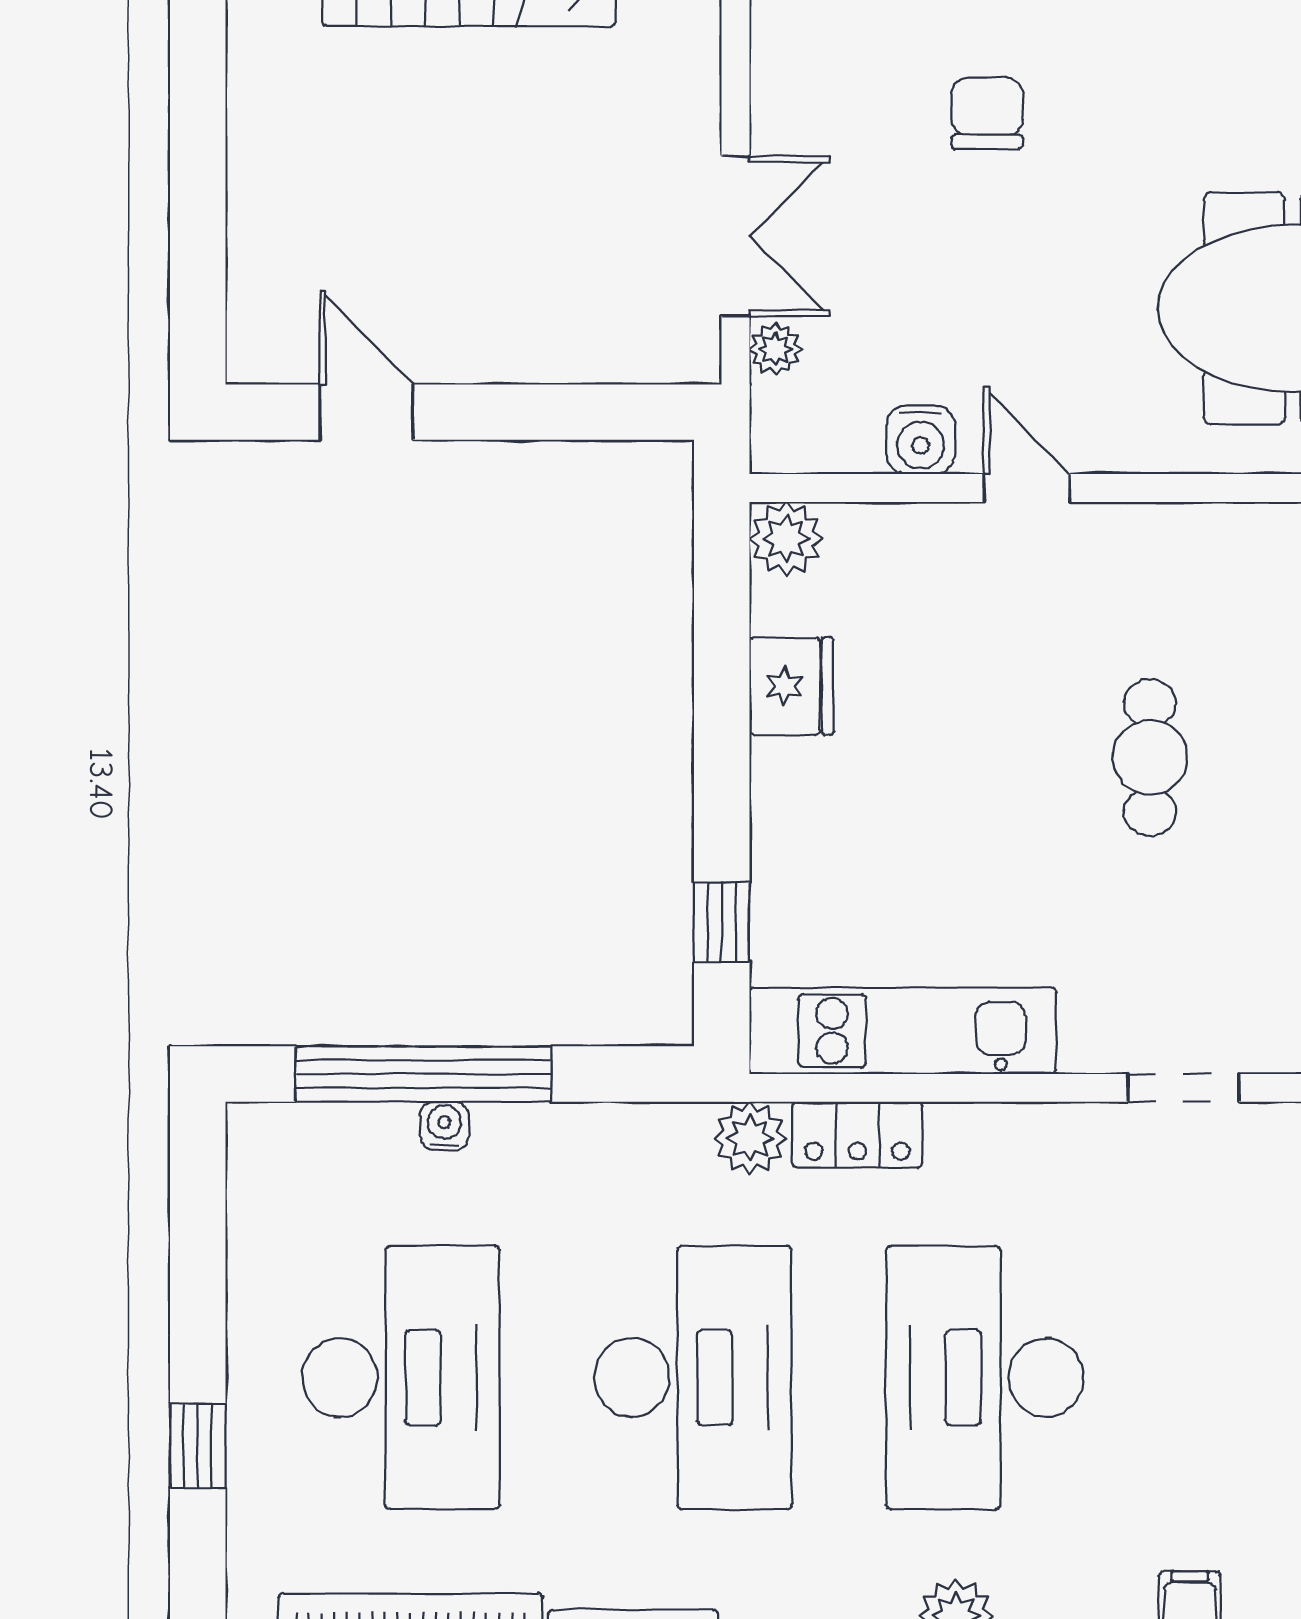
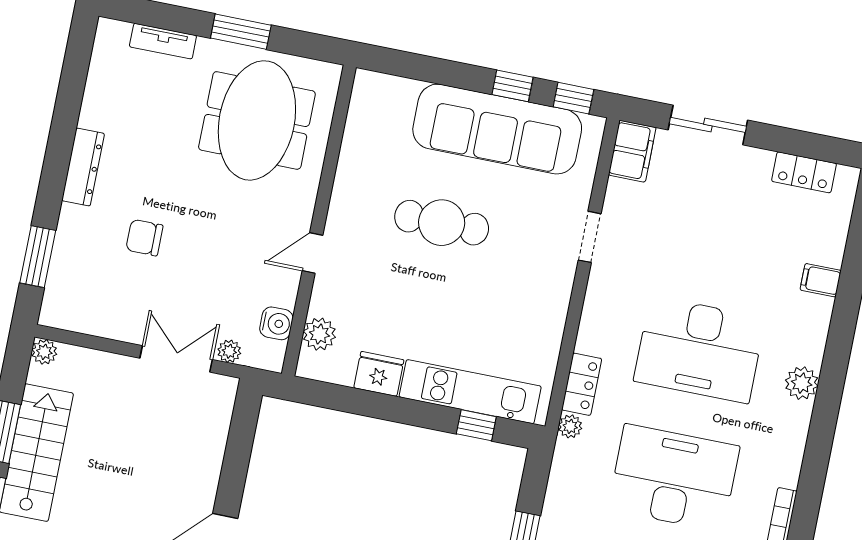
water cooler: (921, 440) -> (276, 323), moved
plant: (786, 539) -> (319, 334), moved
cafe table: (1150, 757) -> (442, 223), width x1.37, depth x1.35
kitchen unit: (903, 1031) -> (470, 392), moved, turned 90
plant: (750, 1138) -> (570, 426), width x0.73, depth x0.73

